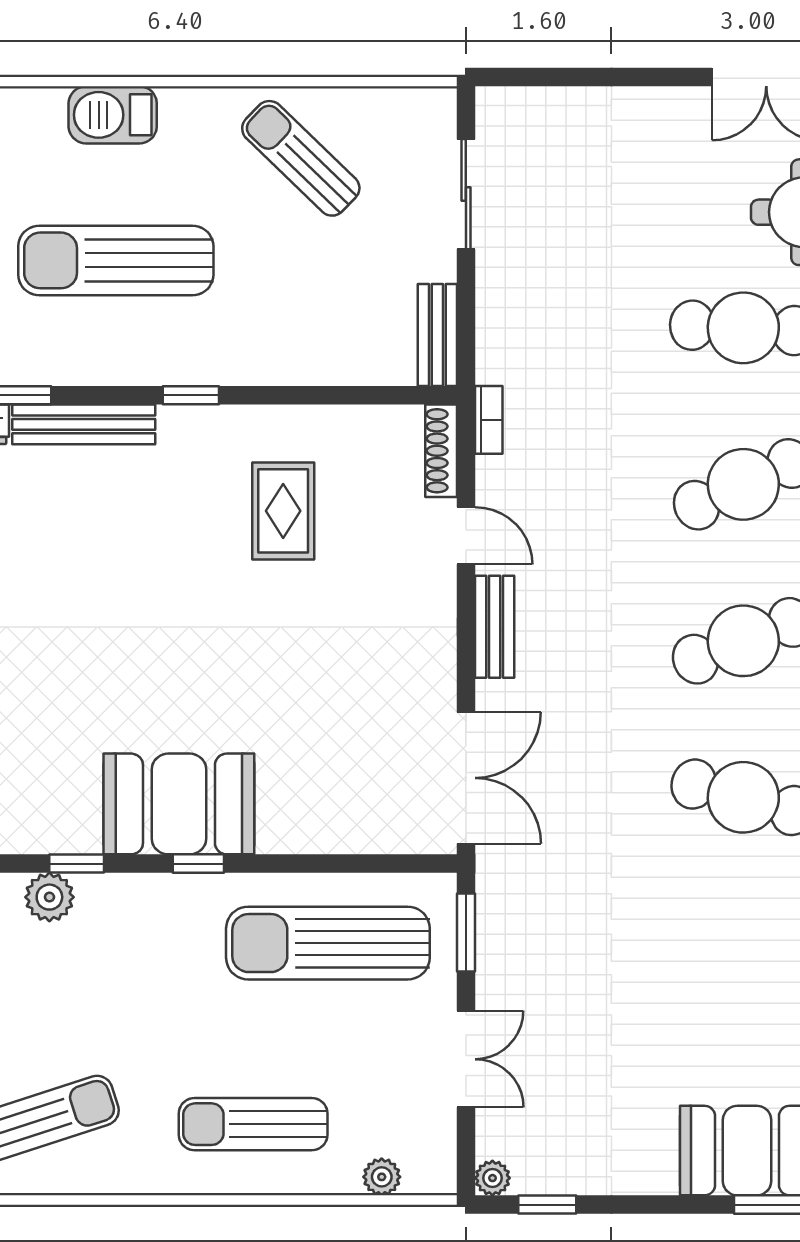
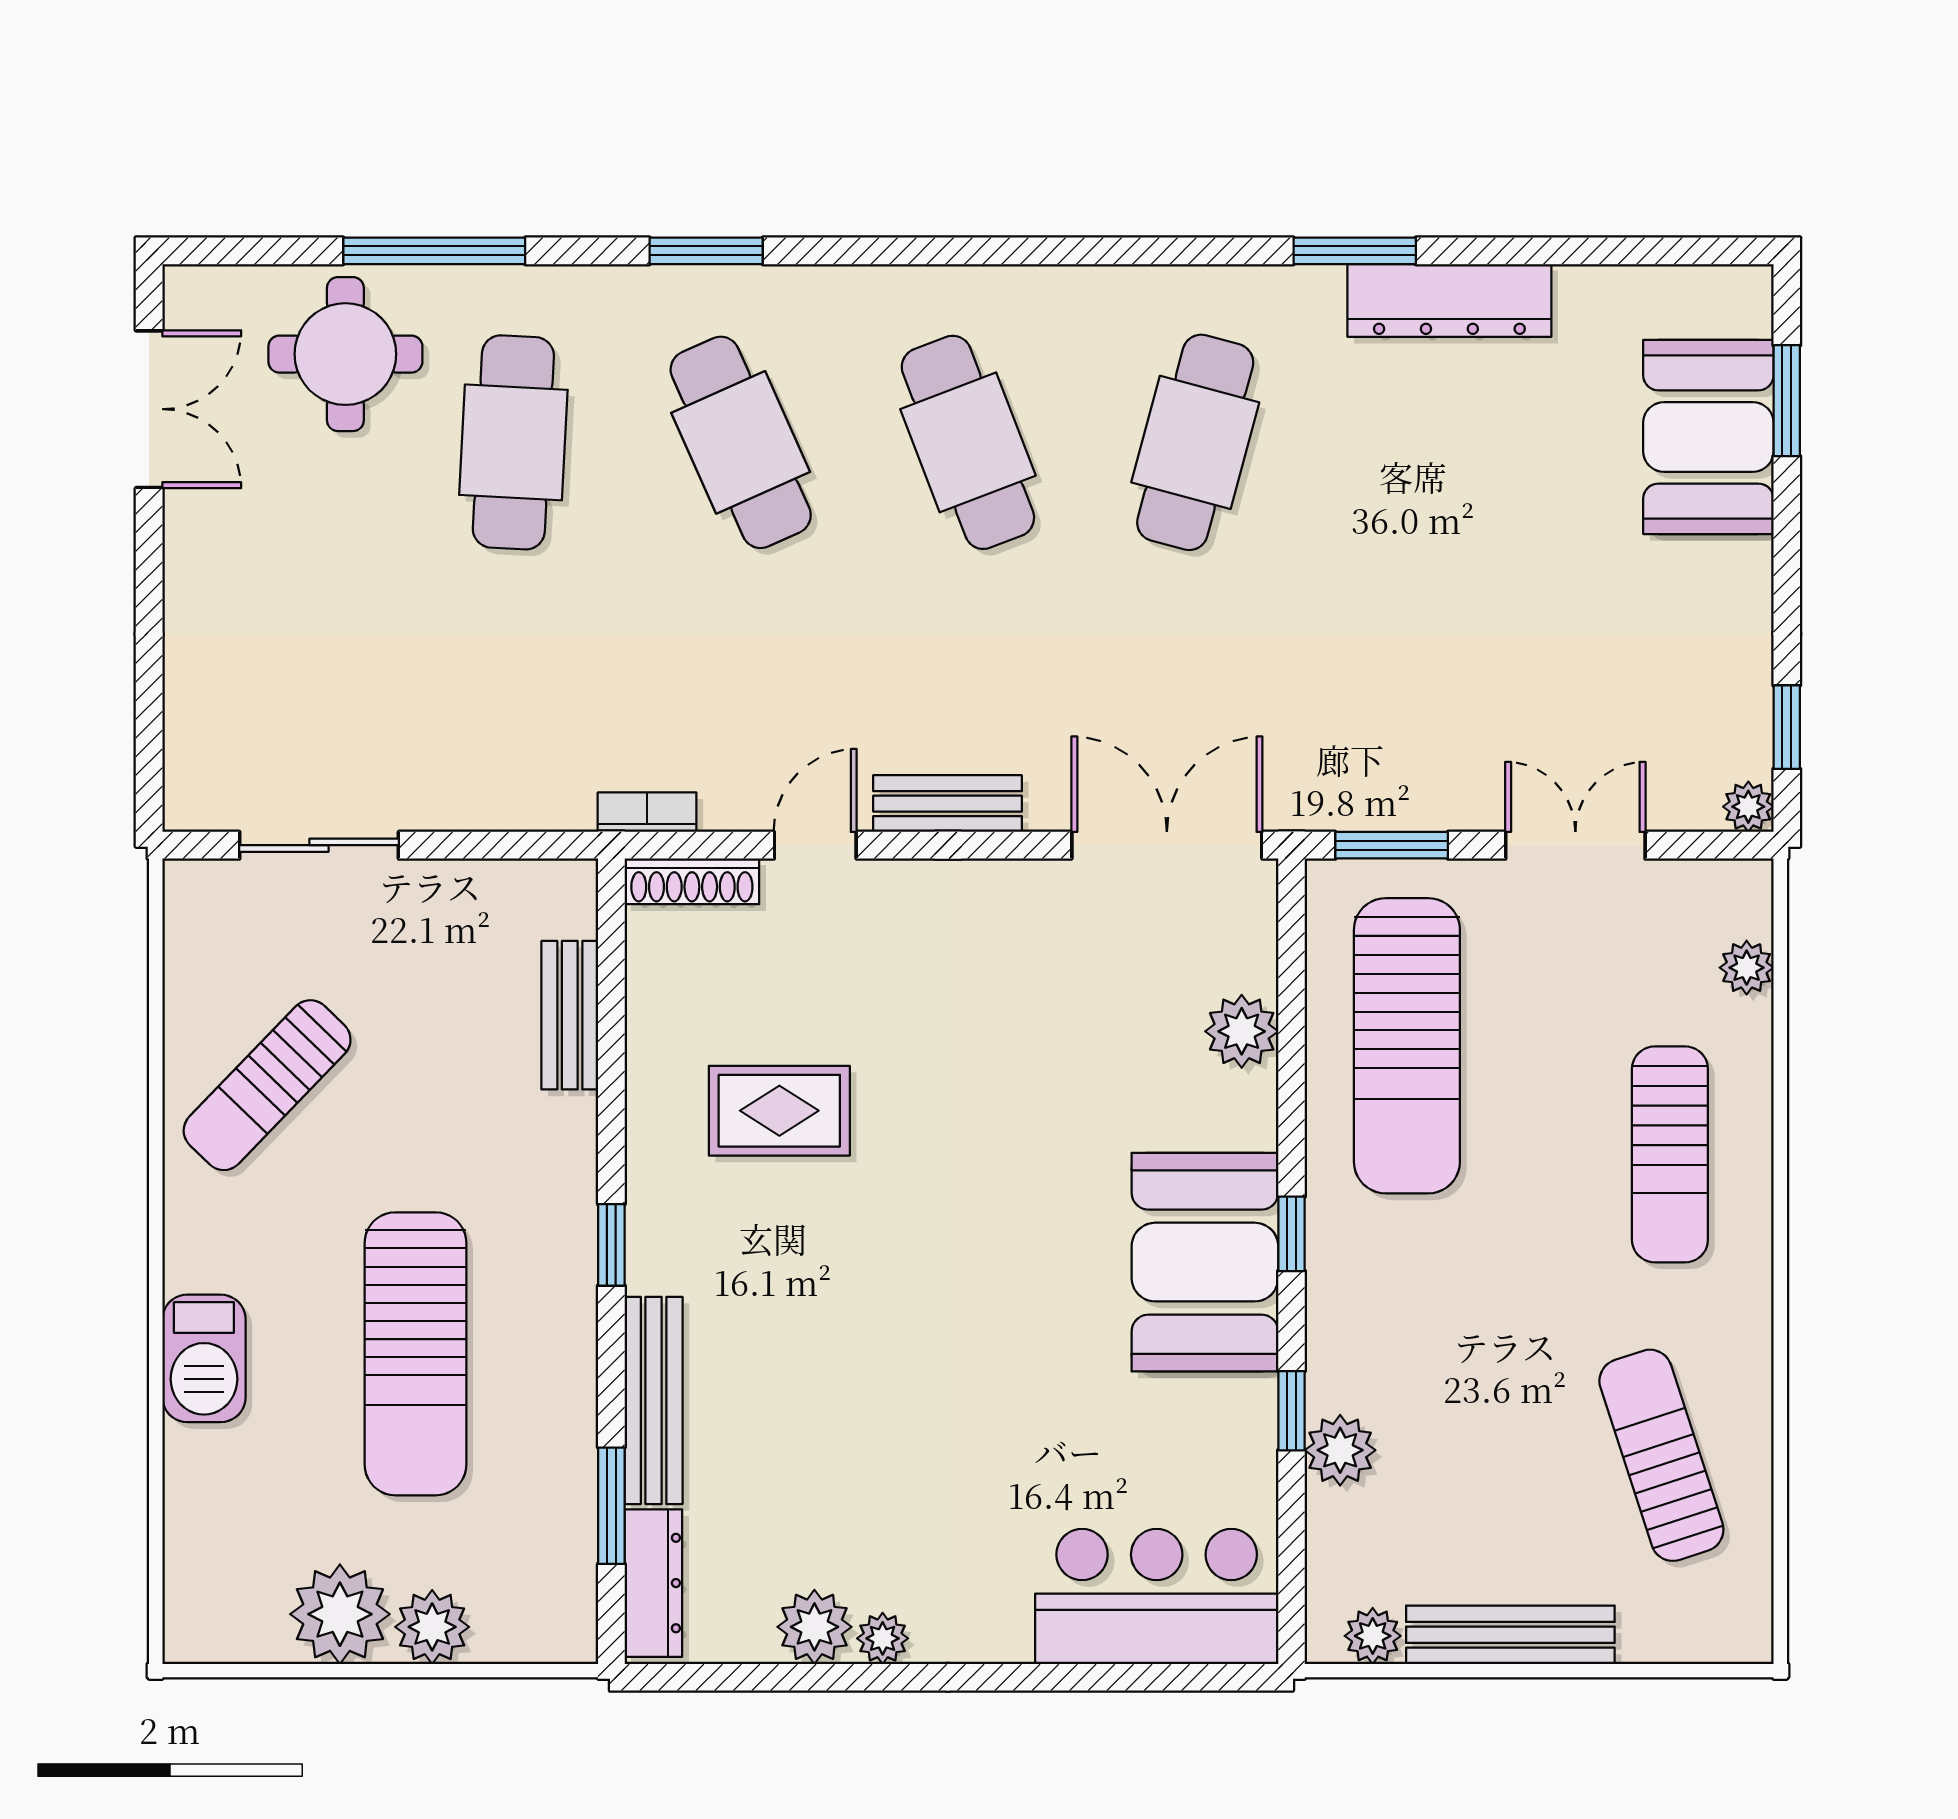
bench: (437, 335) -> (570, 1015), moved, turned 90
plant: (338, 829) -> (1242, 1031), added

